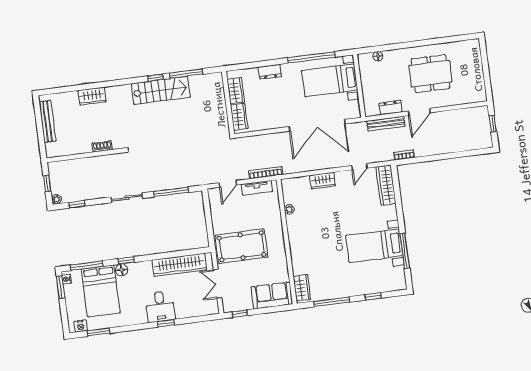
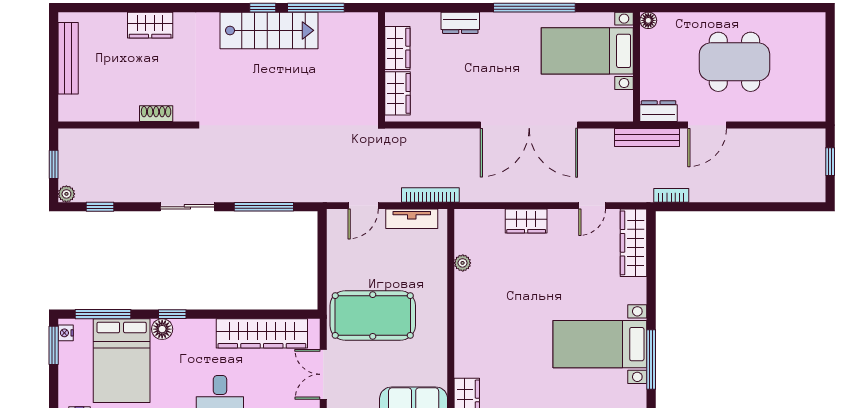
bed with nightstands: (330, 80) -> (587, 51), moved
wall: (359, 86) -> (637, 67), moved

